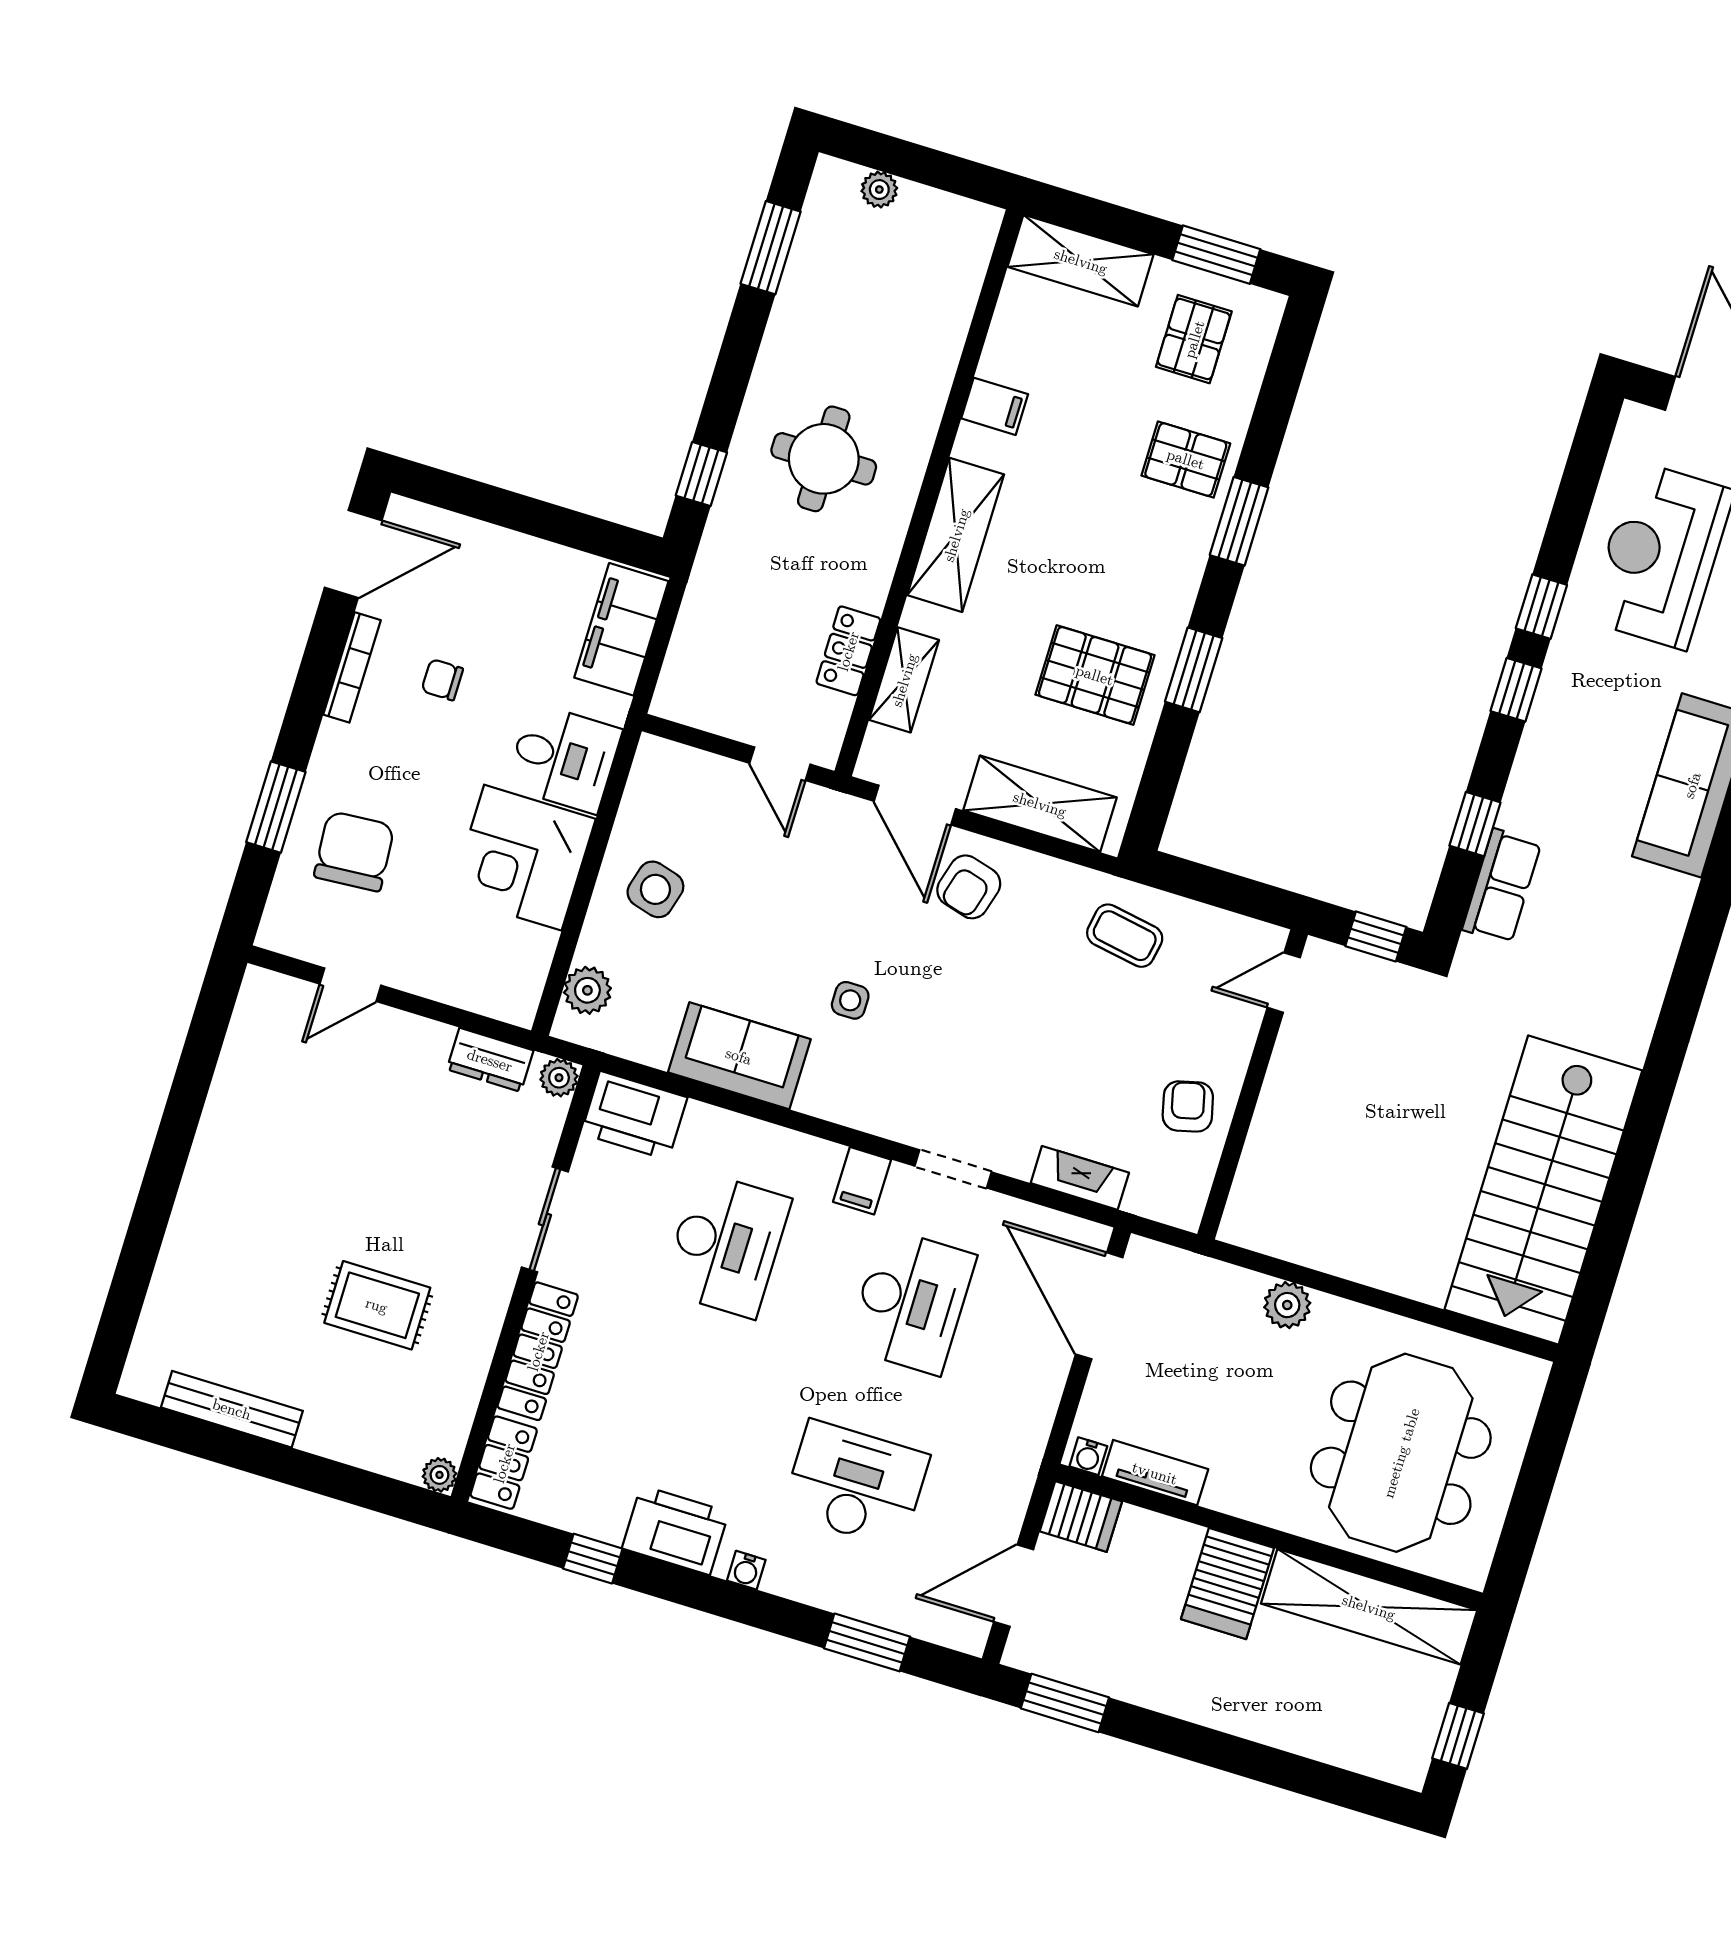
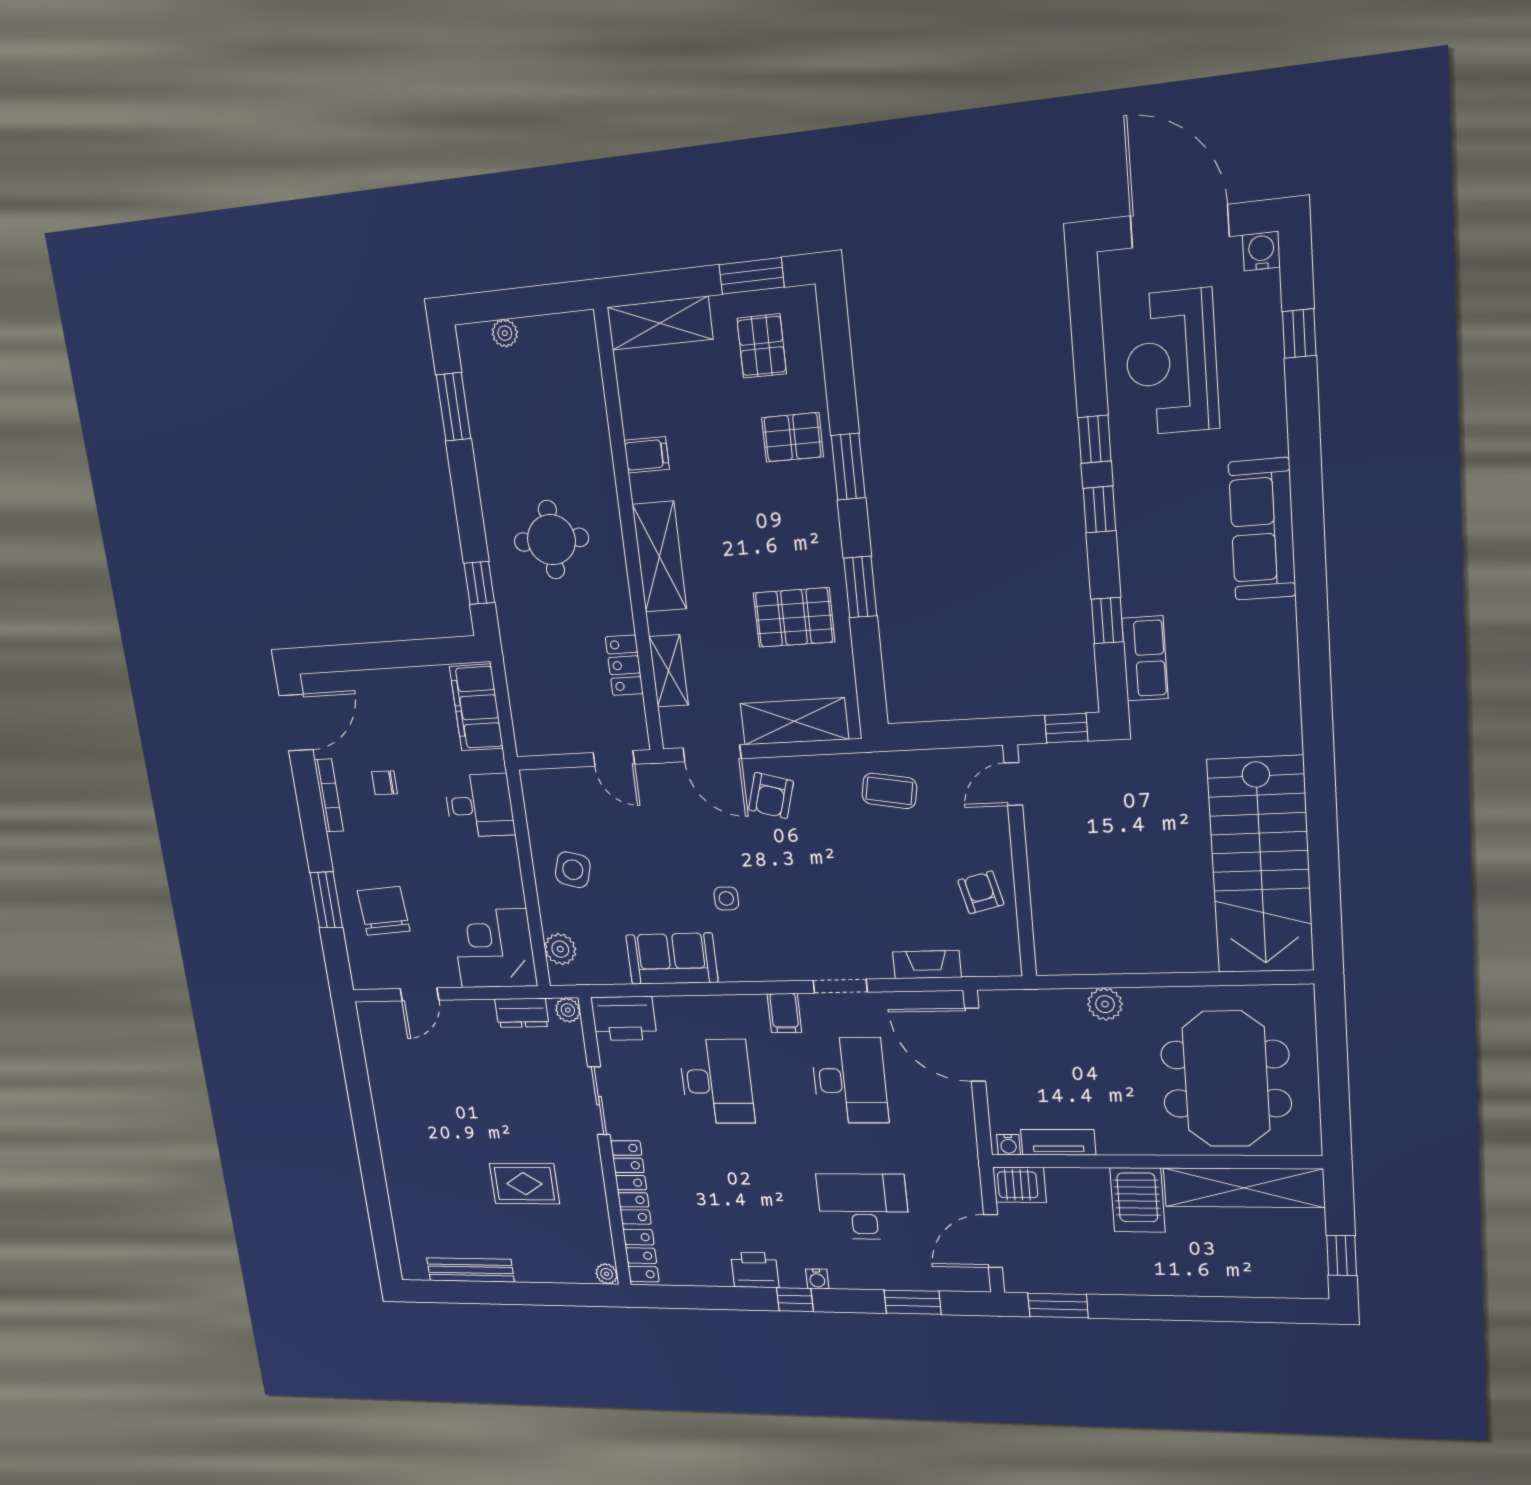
corner desk: (523, 858) -> (494, 948), moved, turned 90
printer: (675, 1530) -> (755, 1270), width x0.73, depth x0.84
window: (593, 1559) -> (795, 1300), moved

